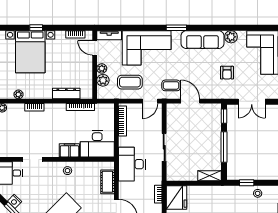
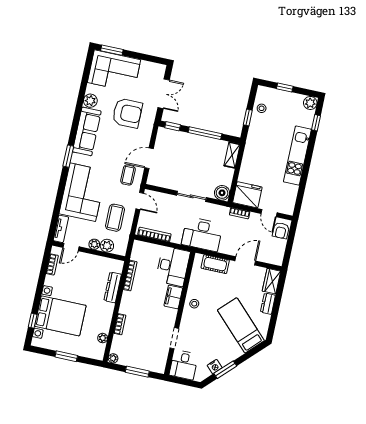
window: (36, 28) -> (33, 321), moved
armchair: (227, 73) -> (127, 113), width x1.88, depth x1.88
boiler: (173, 174) -> (222, 193), added

